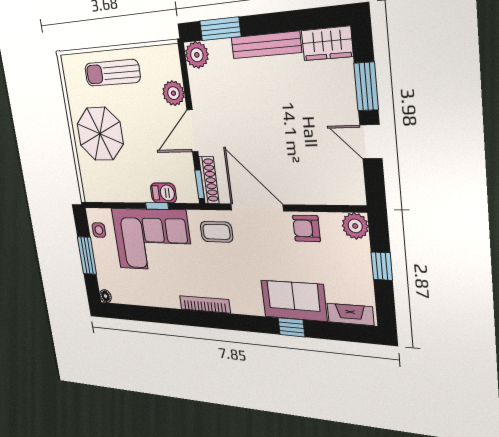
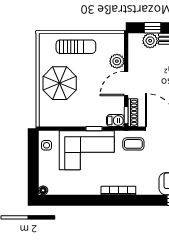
window: (220, 29) -> (153, 28), width x0.67
plant: (197, 55) -> (150, 41), moved
sun lounger: (112, 73) -> (76, 47), turned 180
barbecue: (163, 193) -> (115, 121), moved
window: (87, 255) -> (33, 163), removed

